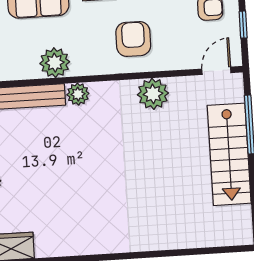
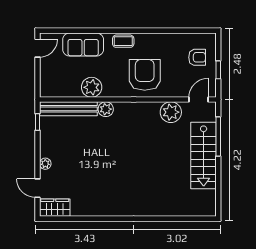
armchair: (133, 39) -> (145, 75), width x1.36, depth x1.36
plant: (153, 94) -> (171, 112), moved

